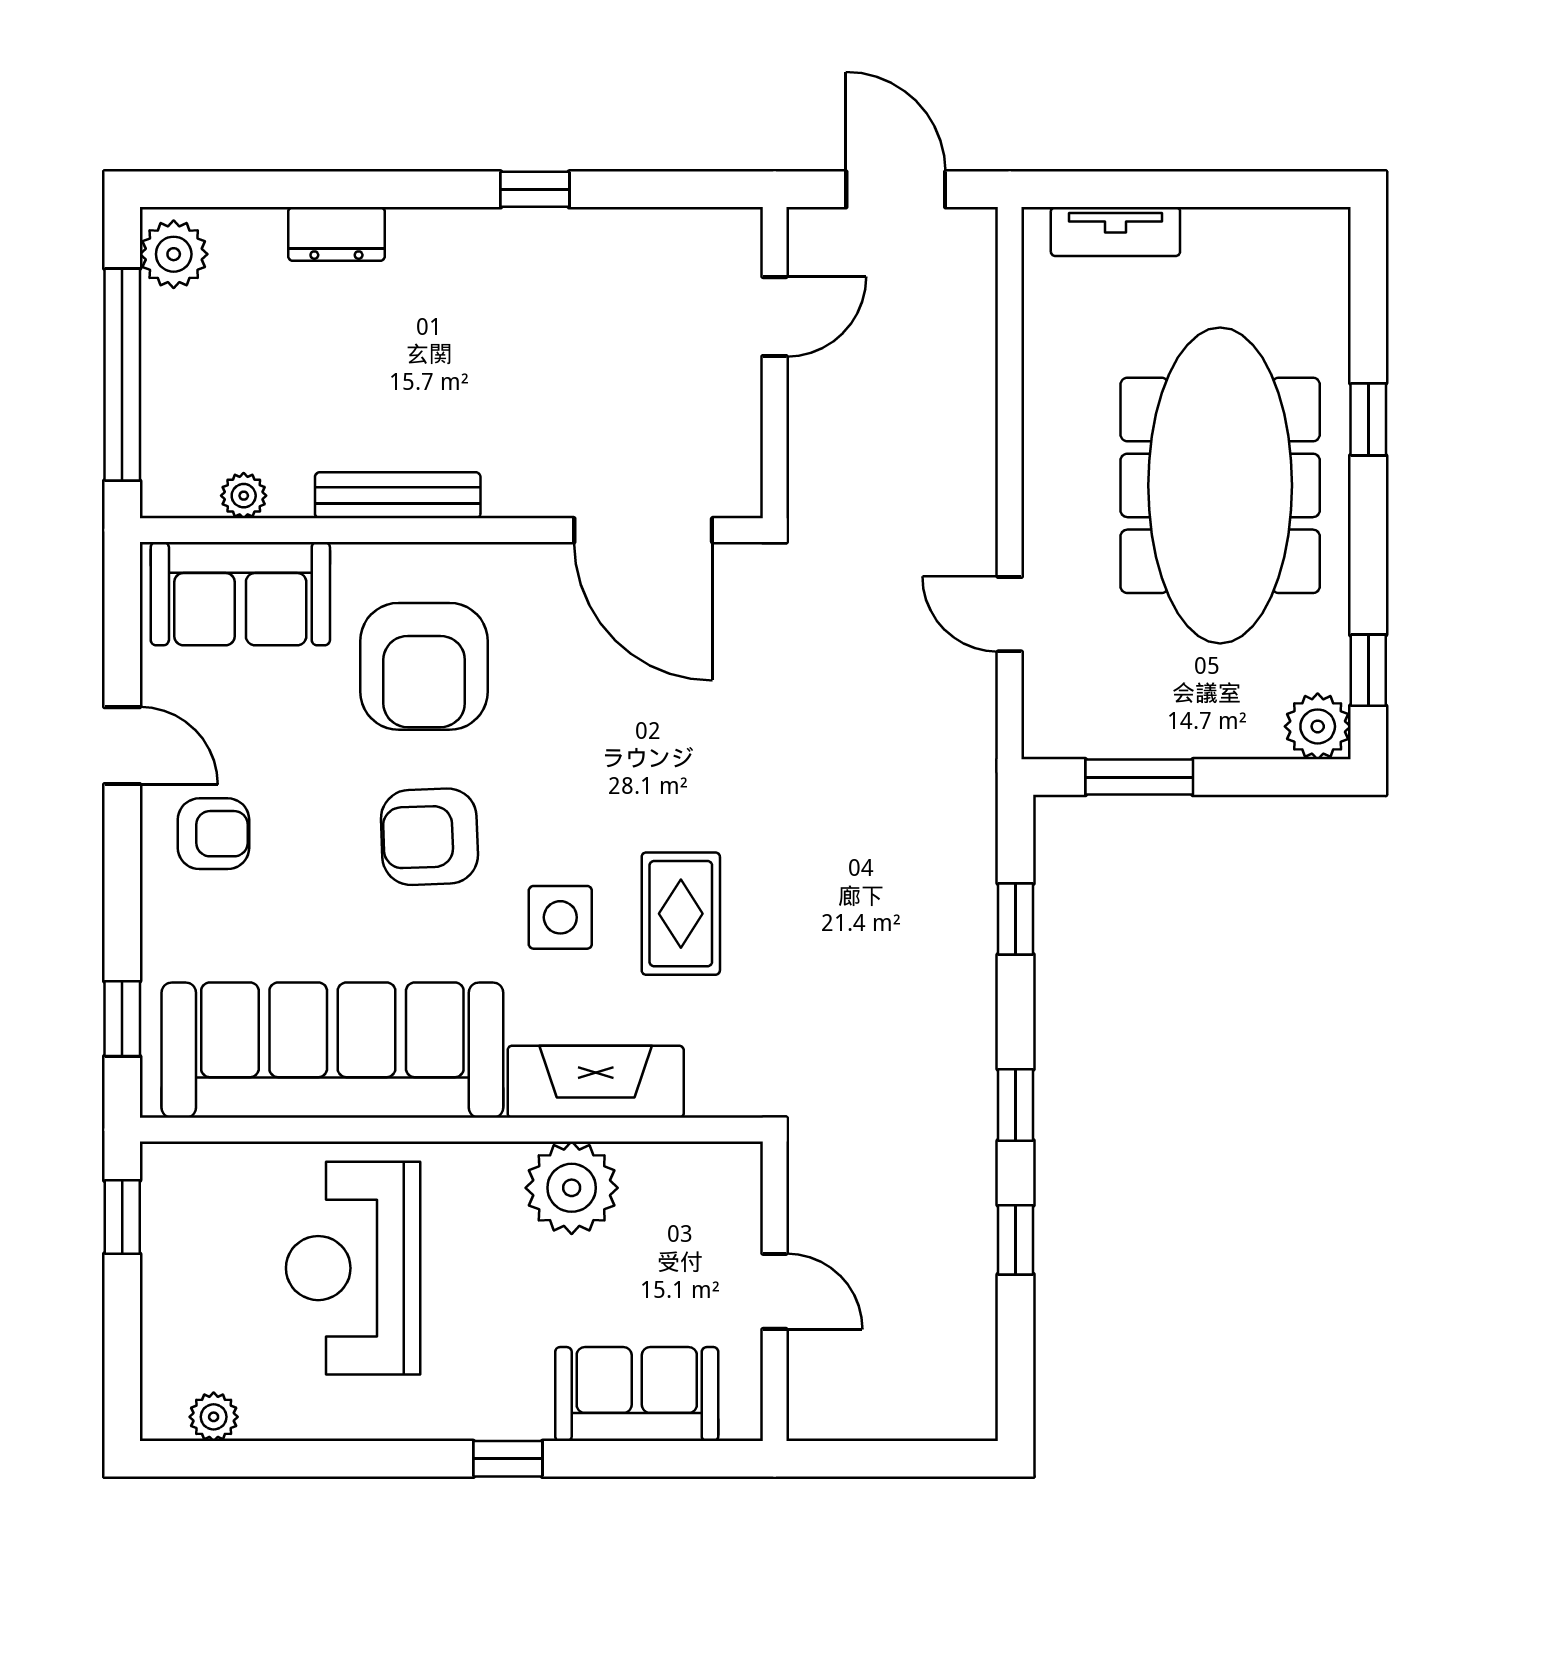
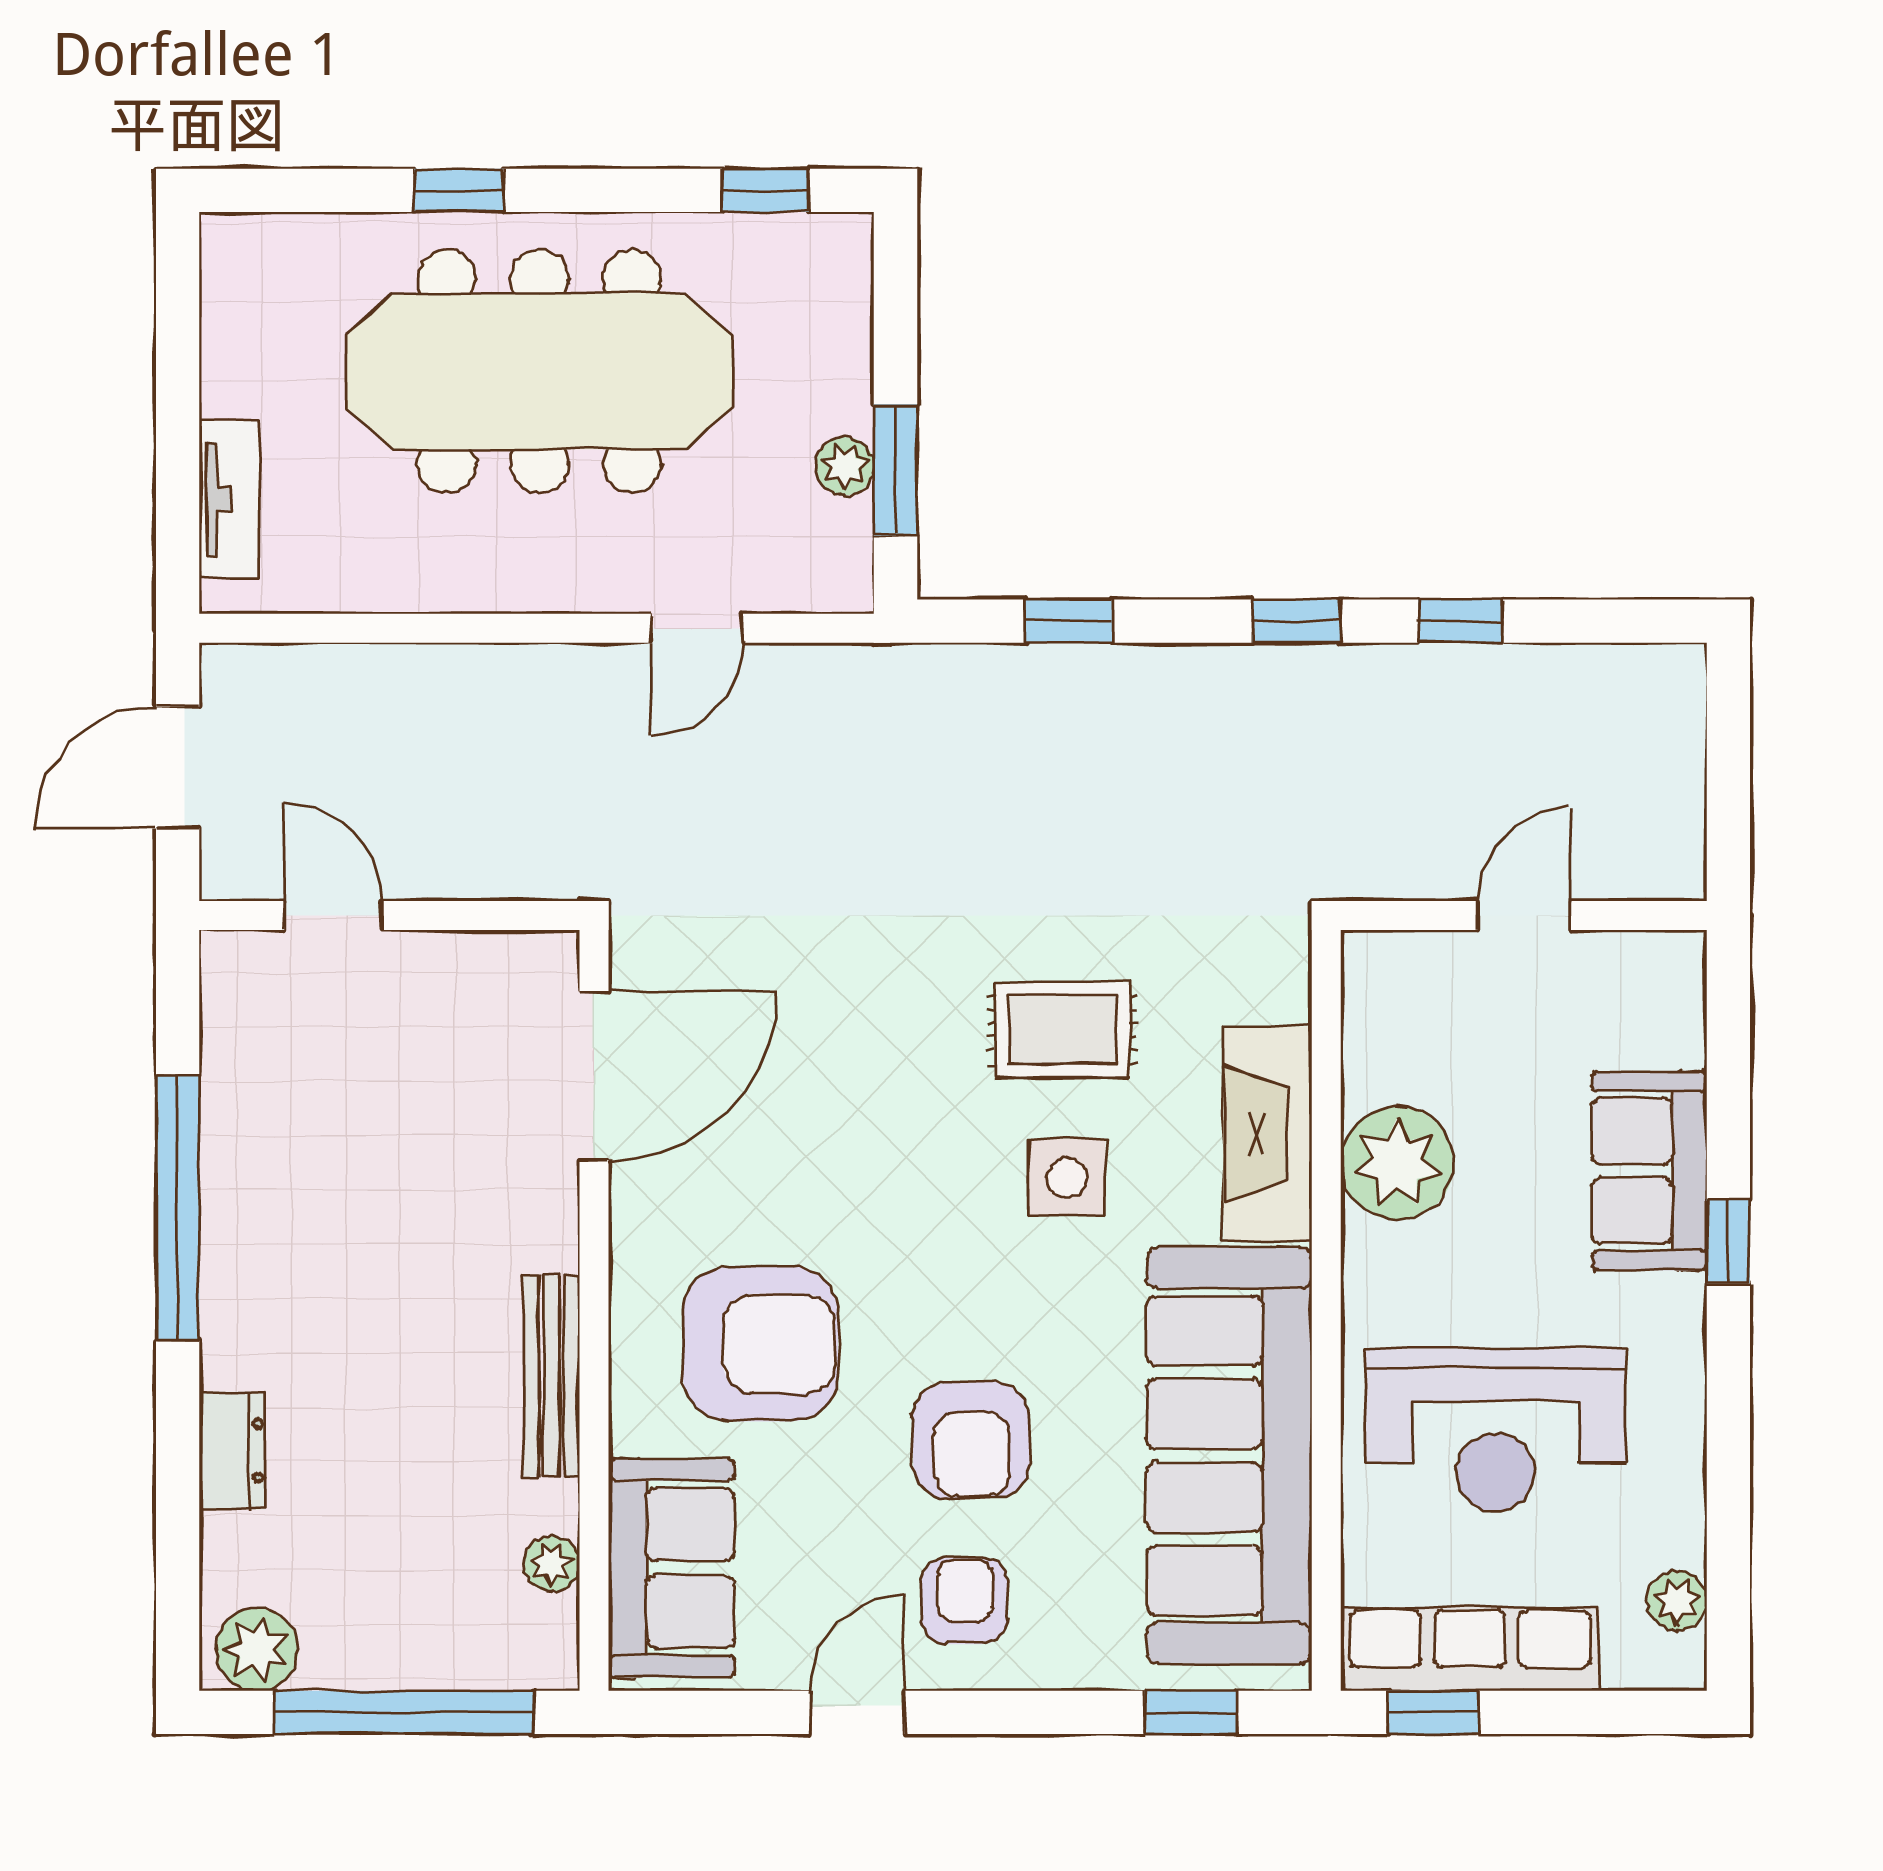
window: (535, 189) -> (178, 1208), width x3.17
plant: (1318, 726) -> (845, 466), moved, width x0.73, depth x0.73
armchair: (429, 837) -> (971, 1440), moved
row of seats: (174, 1247) -> (1470, 1649), added
sofa: (637, 1394) -> (1649, 1171), moved

